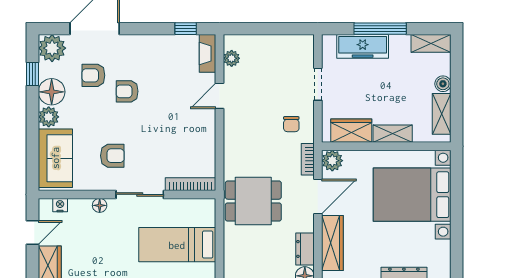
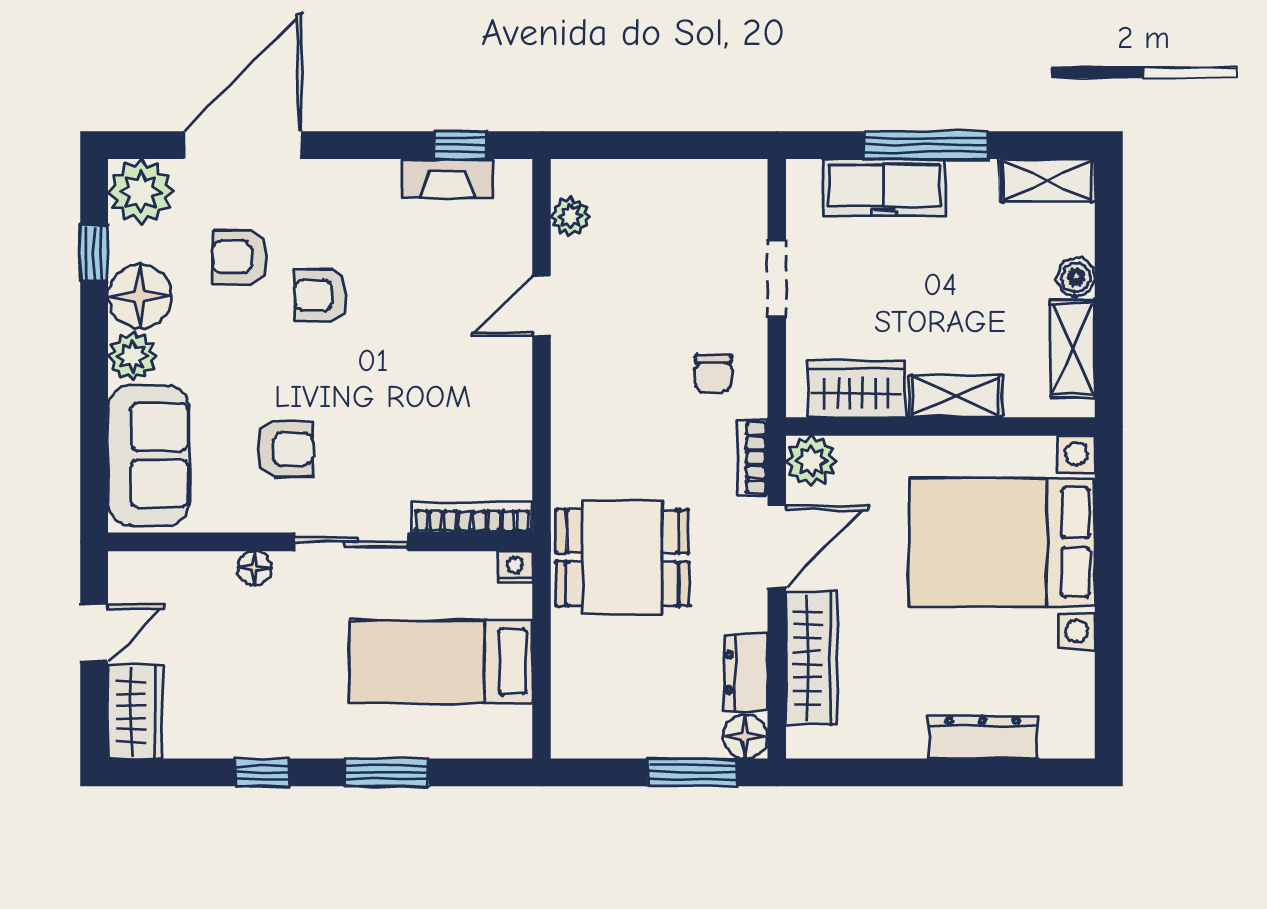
fireplace: (208, 53) -> (448, 178), moved, turned -90
nightstand: (60, 205) -> (515, 567), moved

